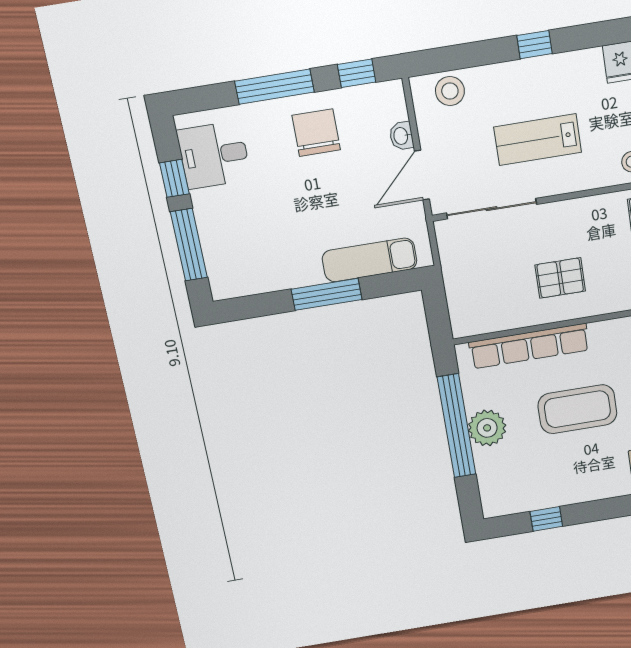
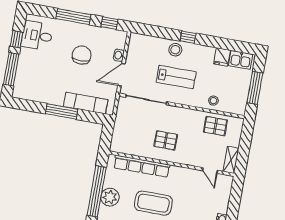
stool: (450, 91) -> (175, 50), moved
chair: (316, 133) -> (82, 55), moved
lab bench: (538, 140) -> (176, 77), turned 180

